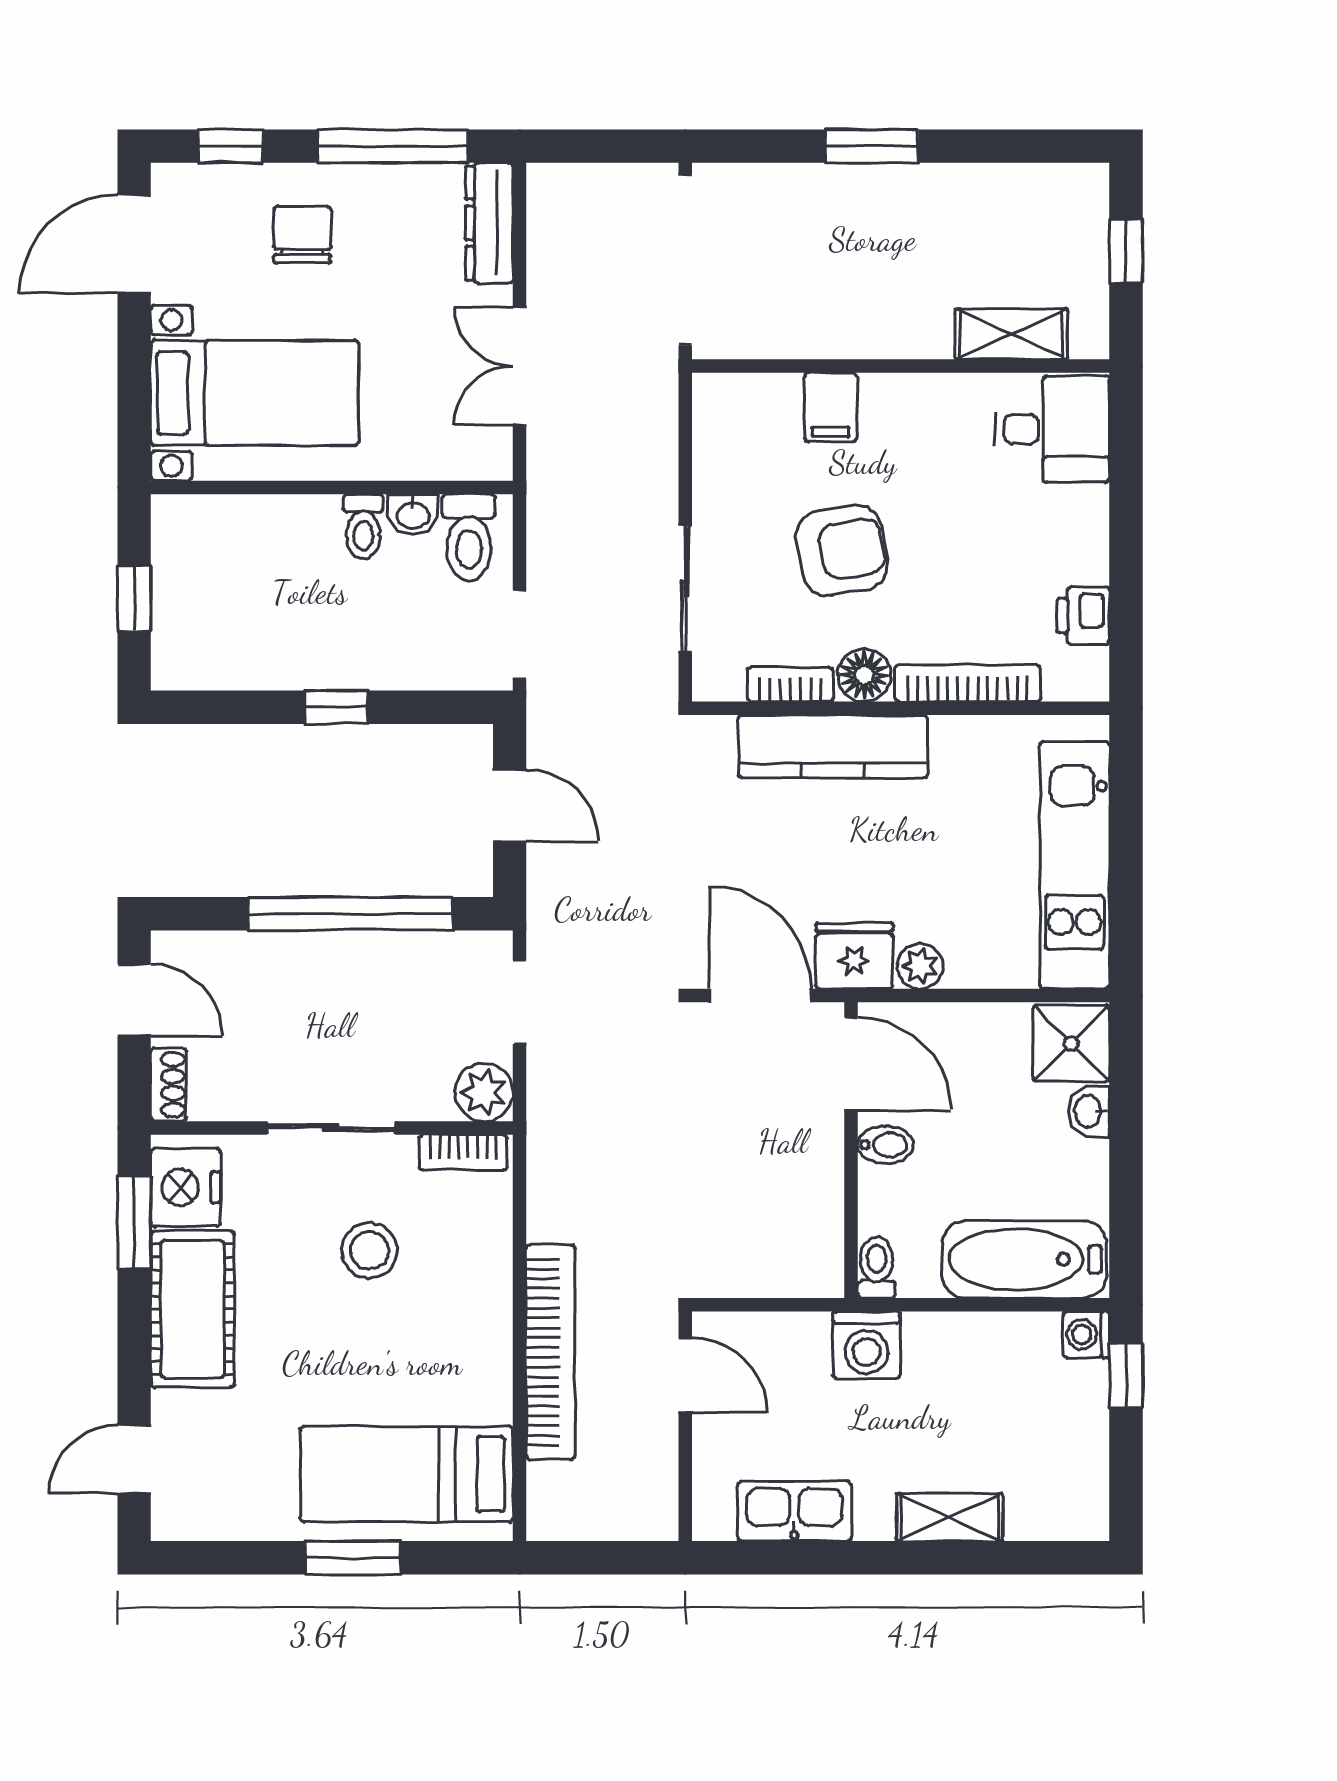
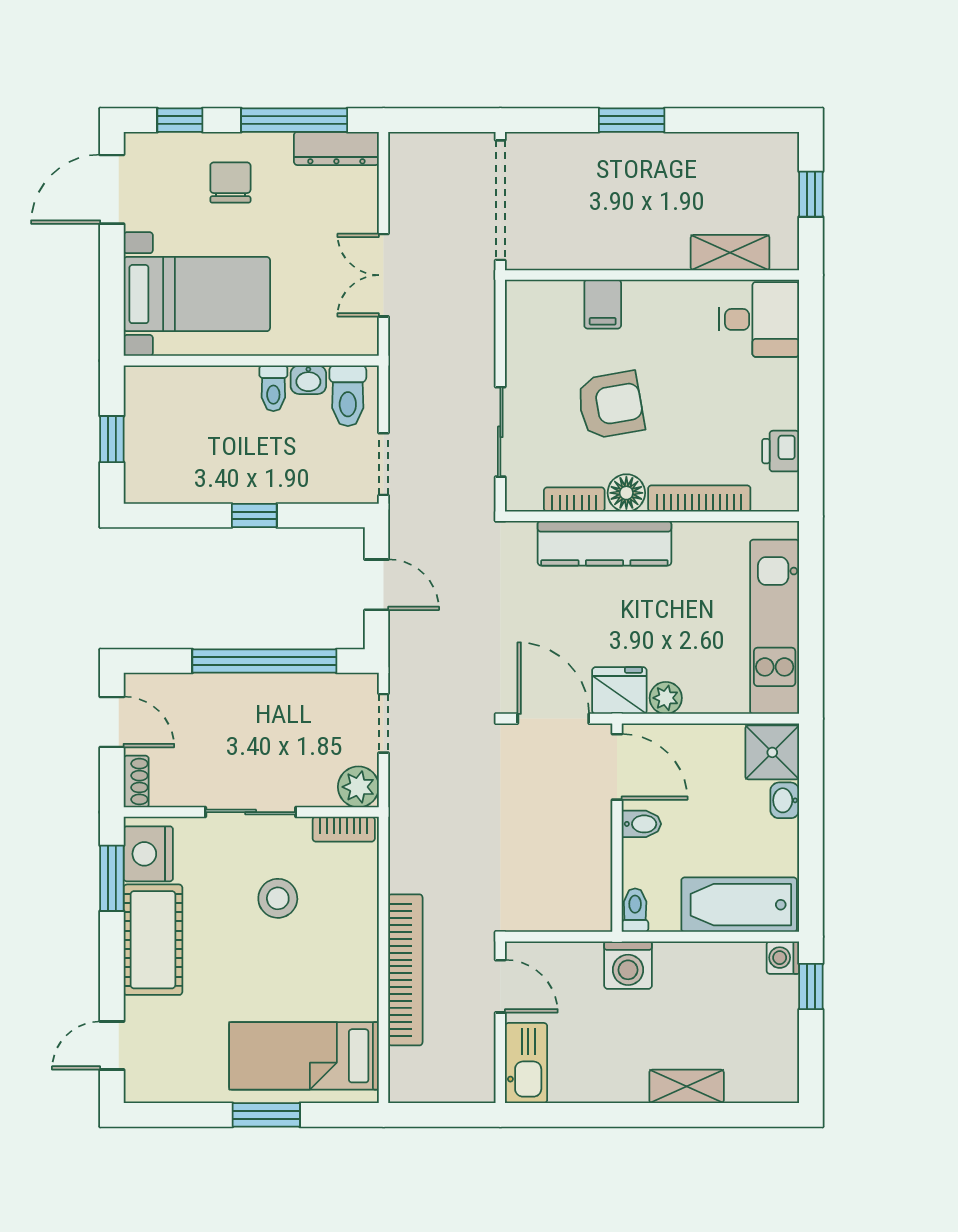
dresser: (489, 223) -> (336, 148), moved, turned -90
kitchen sink: (794, 1511) -> (526, 1063), moved, turned 90

